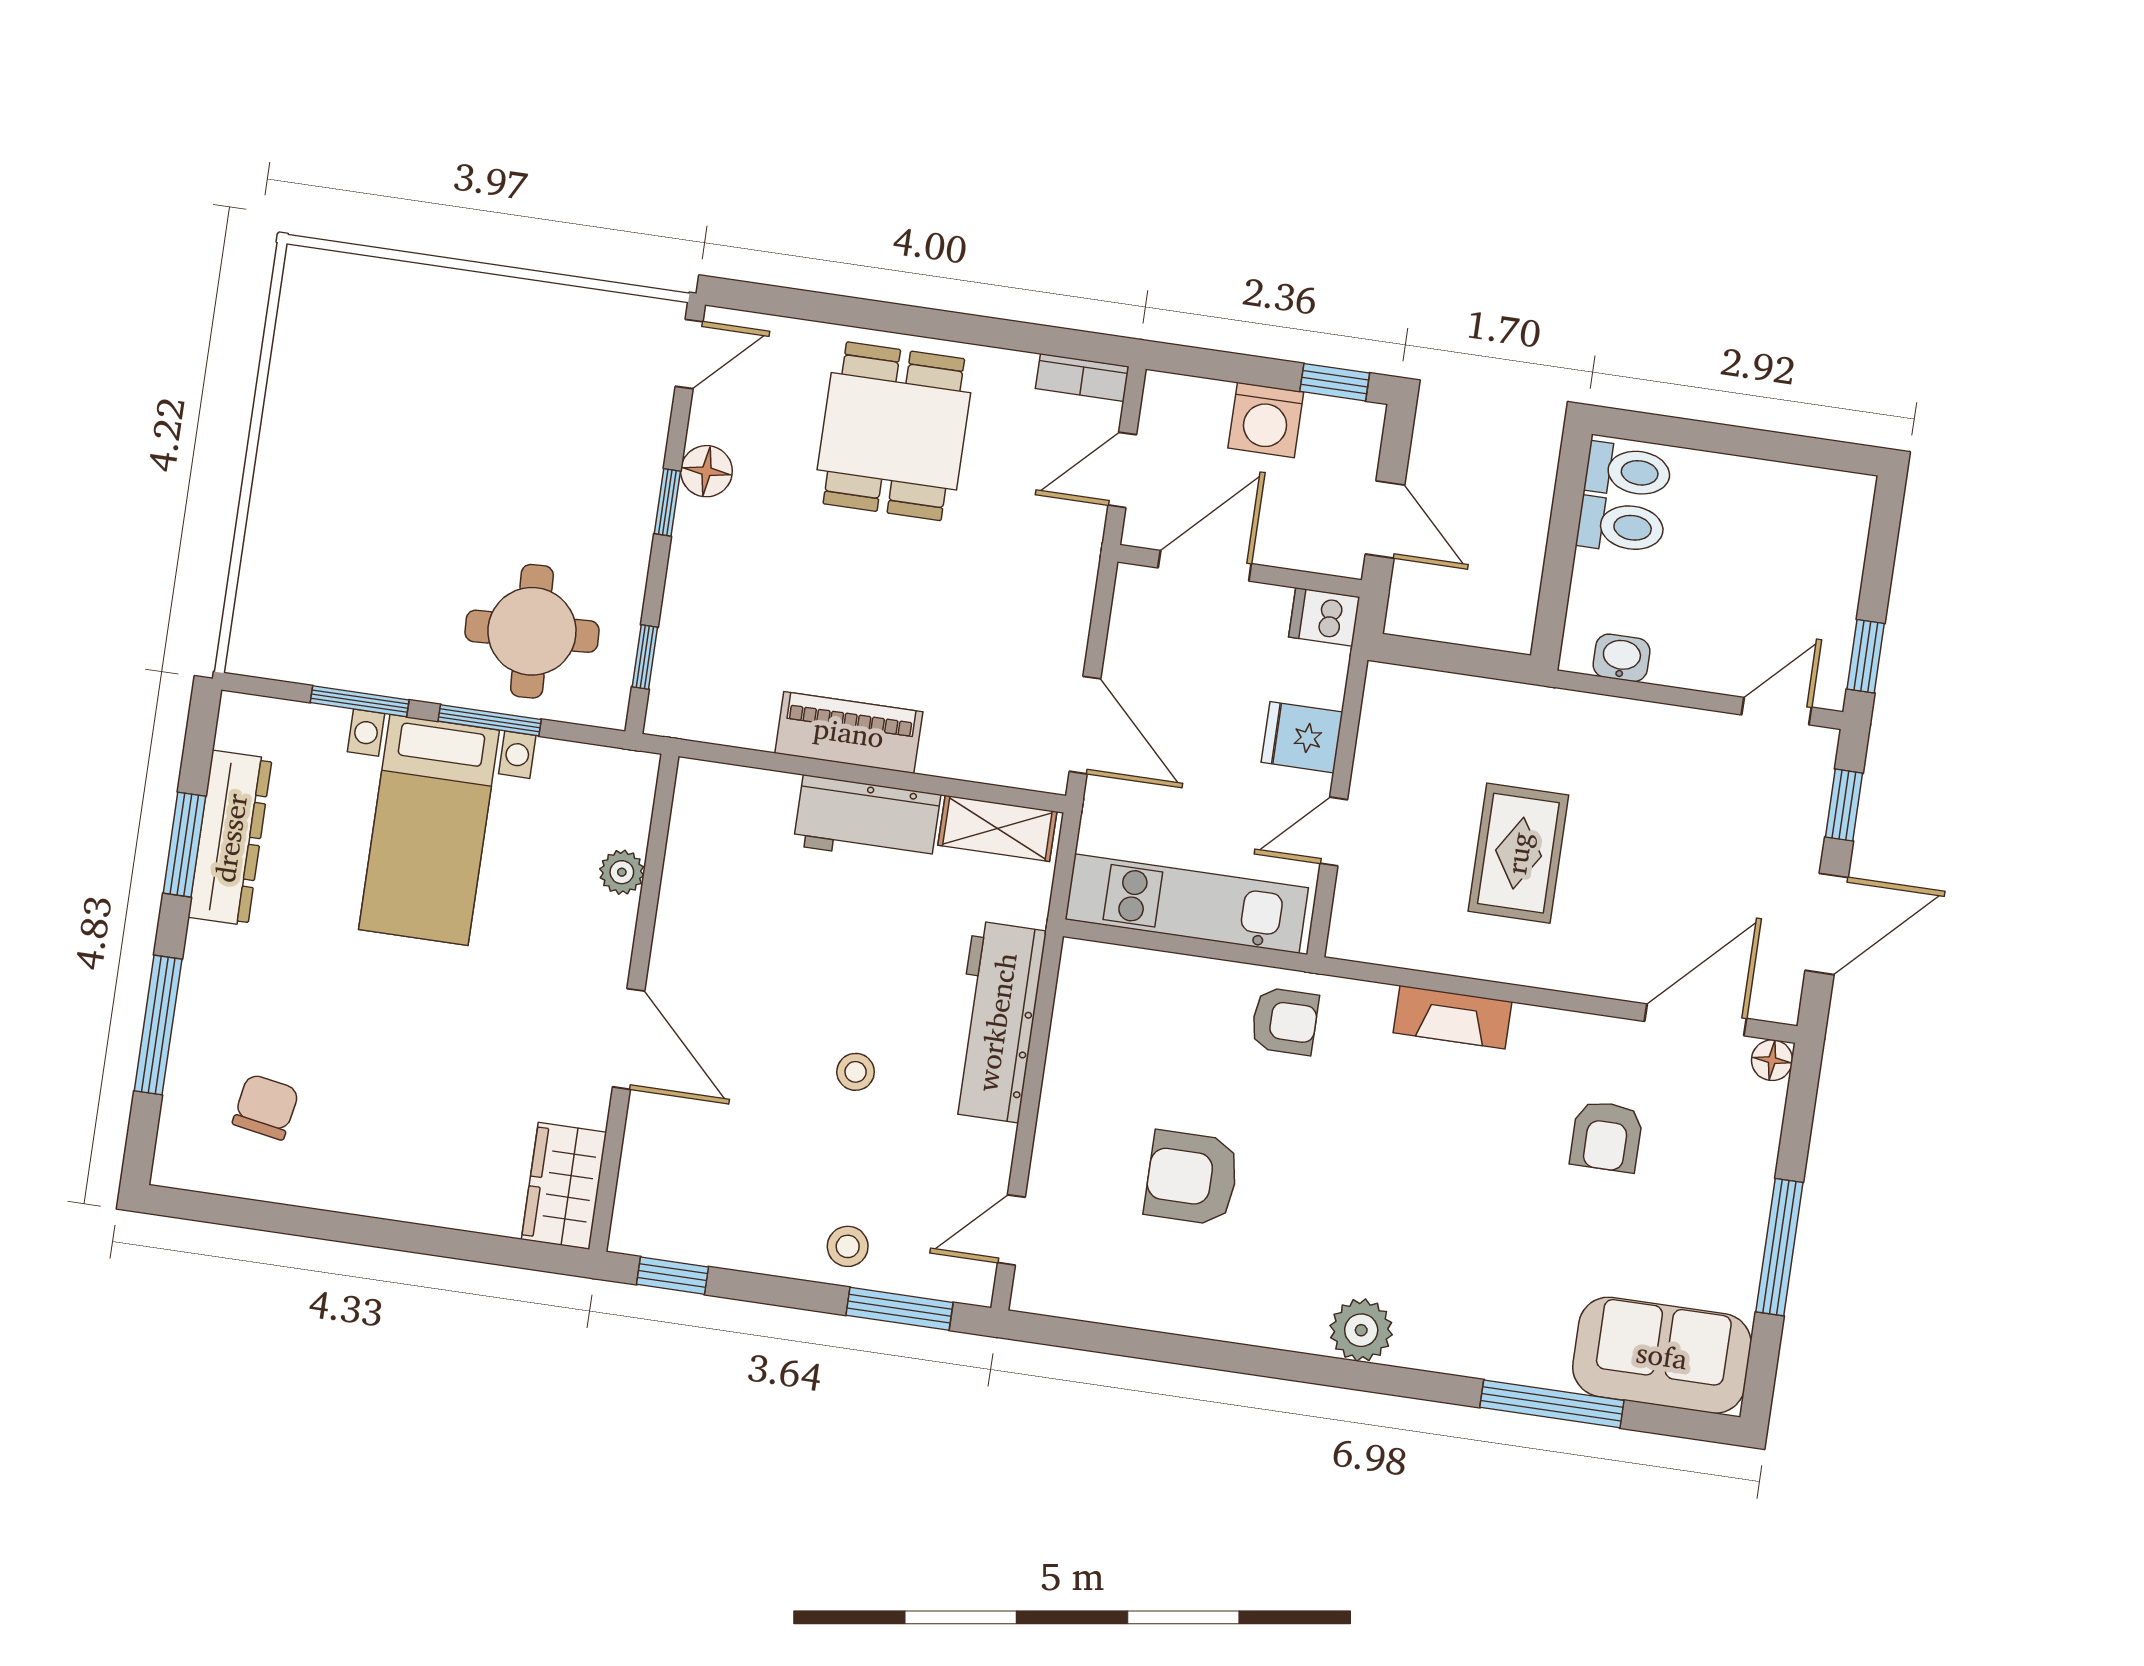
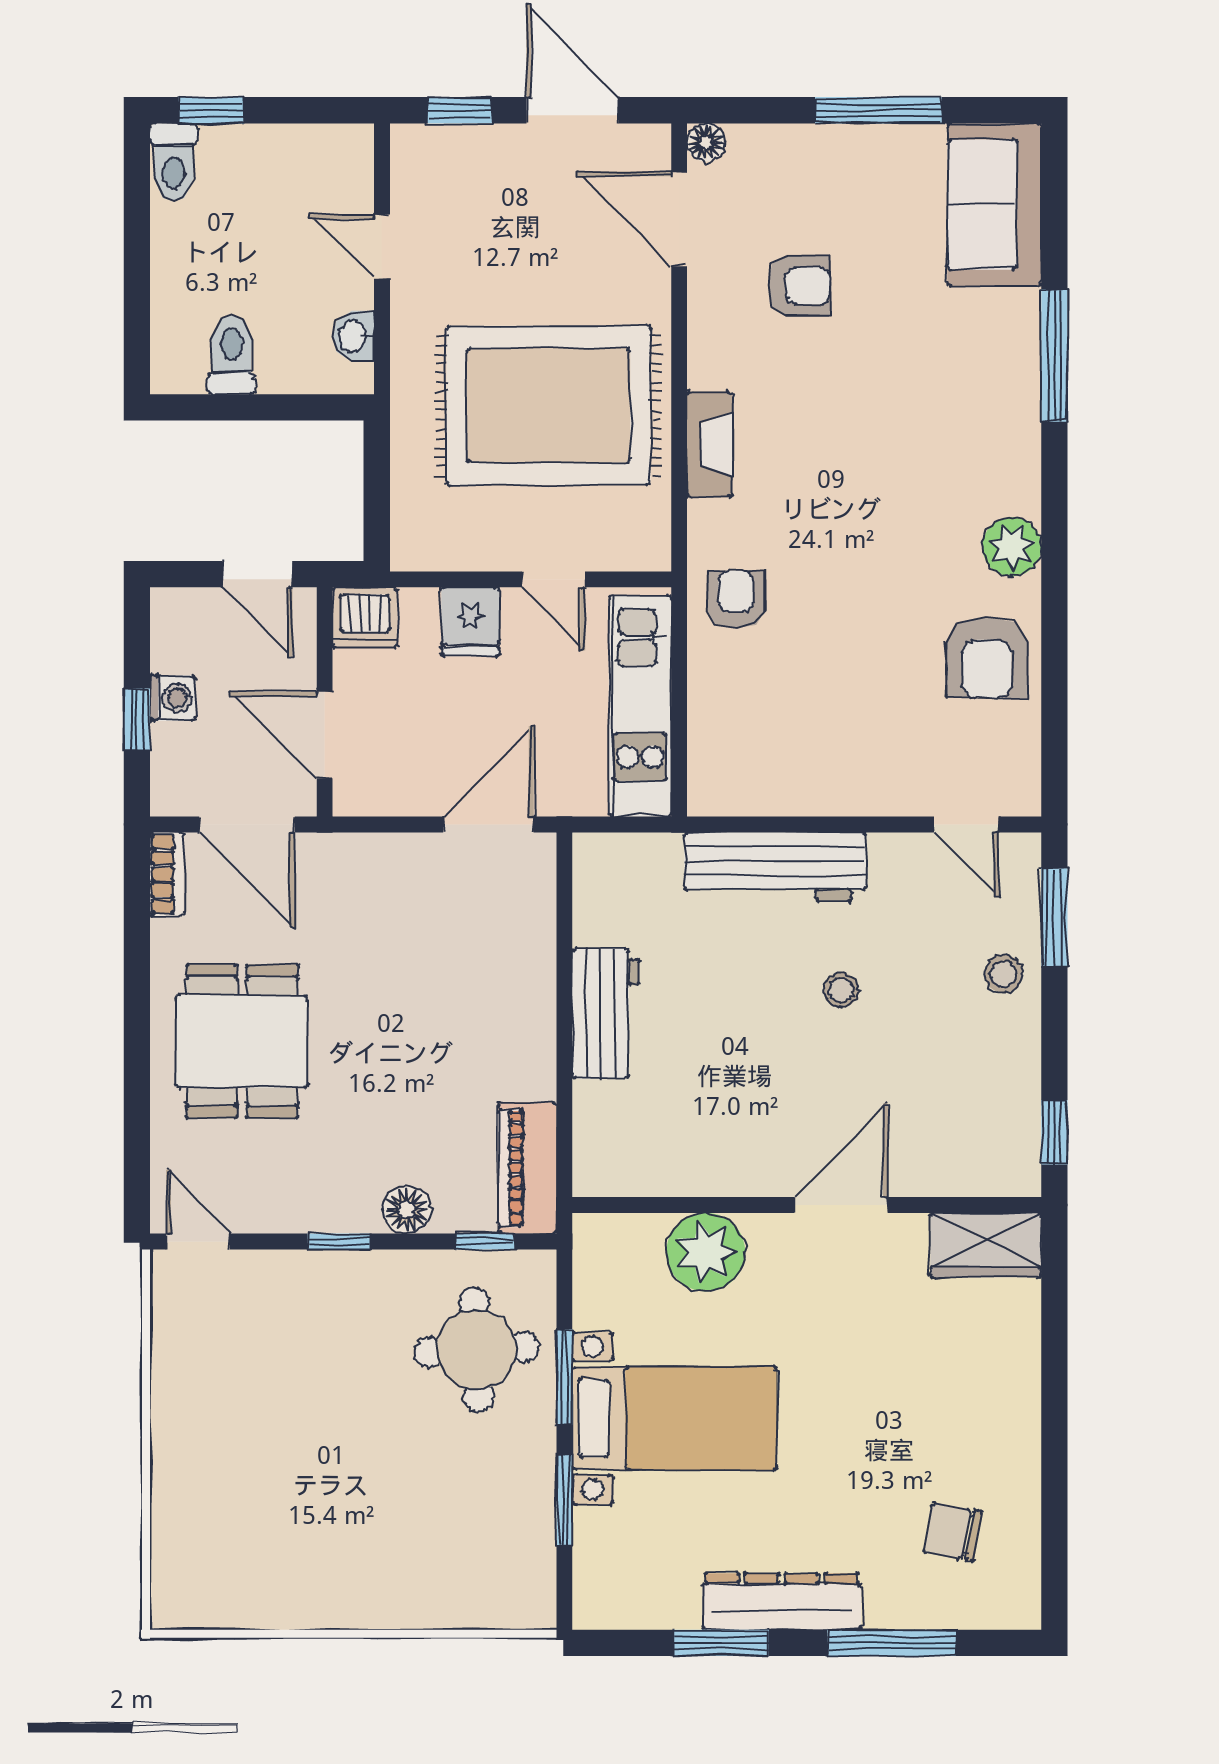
window: (1335, 382) -> (137, 720), moved
washing machine: (1266, 420) -> (173, 698), width x0.73, depth x0.73
dining table: (894, 431) -> (242, 1041), turned 90
door: (1122, 470) -> (247, 824), width x1.38
floor lamp: (706, 471) -> (407, 1210), moved
toilet: (1628, 471) -> (174, 162), moved, turned 180
door: (1385, 519) -> (257, 574), swing flipped
dishwasher: (1324, 617) -> (365, 617), width x1.38
window: (1866, 656) -> (211, 110), moved
door: (1776, 711) -> (382, 247), moved
piano: (849, 732) -> (527, 1168), moved
shelving: (997, 828) -> (596, 892), removed
dresser: (230, 838) -> (782, 1602), moved
rug: (1518, 853) -> (549, 405), width x1.86, depth x2.06
plant: (622, 872) -> (706, 1252), width x1.88, depth x1.88
armchair: (1192, 1178) -> (987, 658), moved
plant: (1361, 1330) -> (1012, 547), moved
window: (1552, 1404) -> (1054, 355), moved

